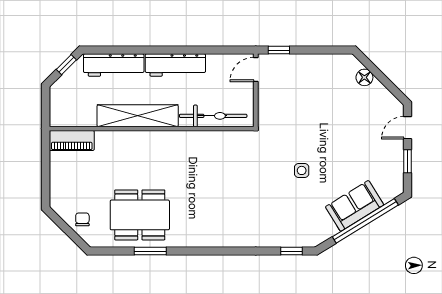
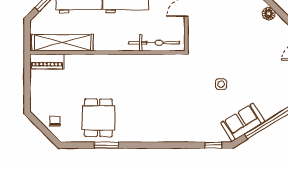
shelving: (138, 116) -> (62, 43), moved
sofa: (355, 206) -> (243, 122), moved
dining table: (140, 215) -> (98, 118), width x0.73

